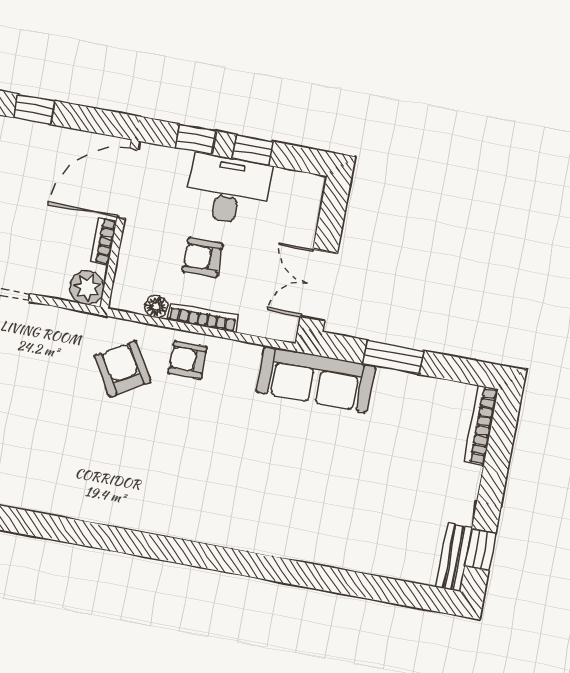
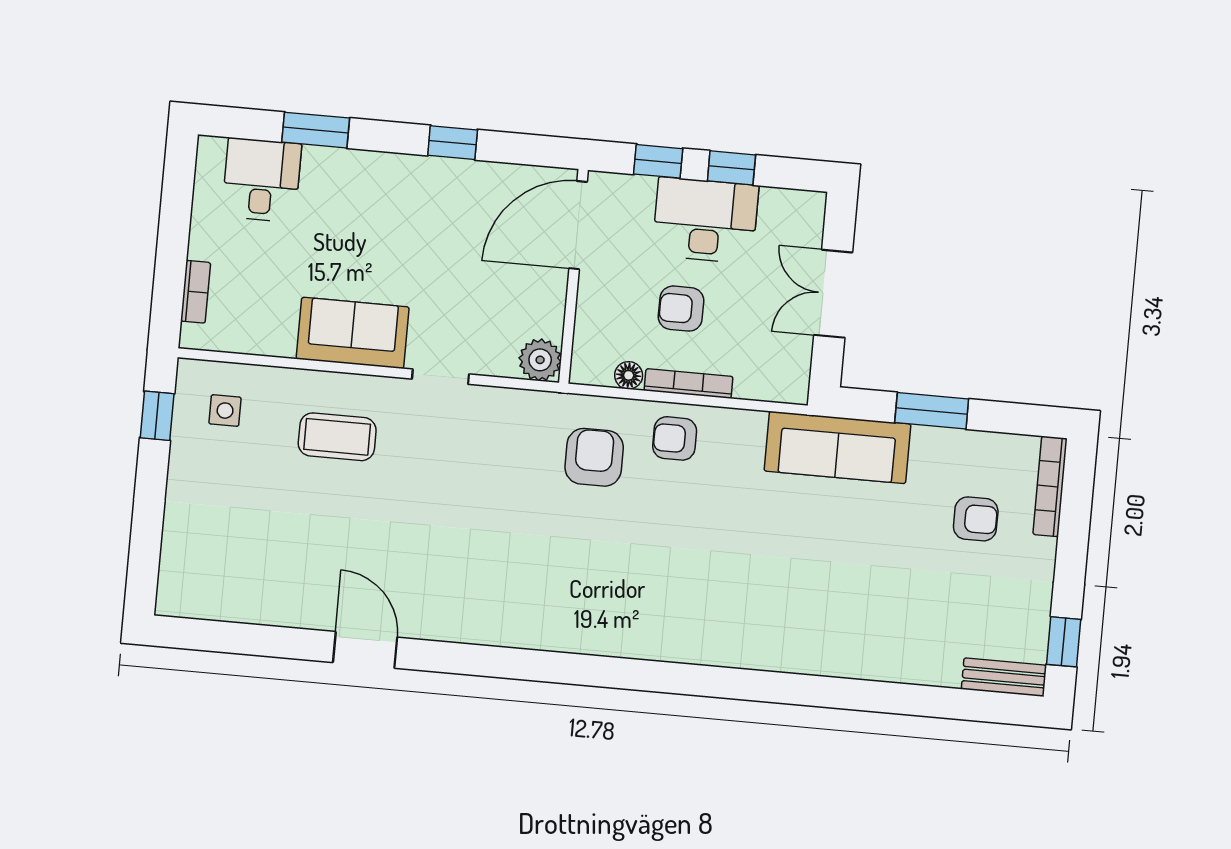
bookcase: (104, 241) -> (555, 300), removed
double door: (319, 285) -> (833, 294), moved
armchair: (123, 369) -> (594, 457), turned 31
armchair: (420, 446) -> (976, 519), added
bench: (454, 557) -> (1004, 677), moved, turned 90

